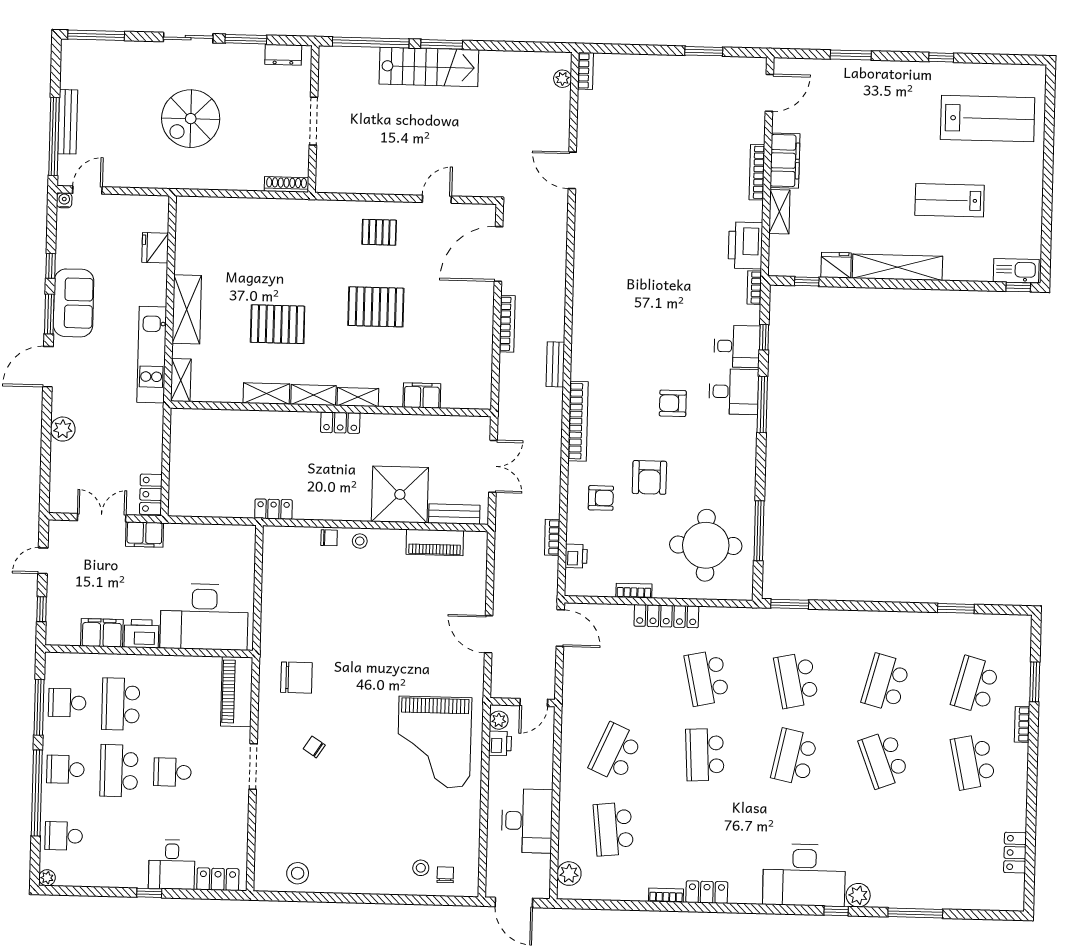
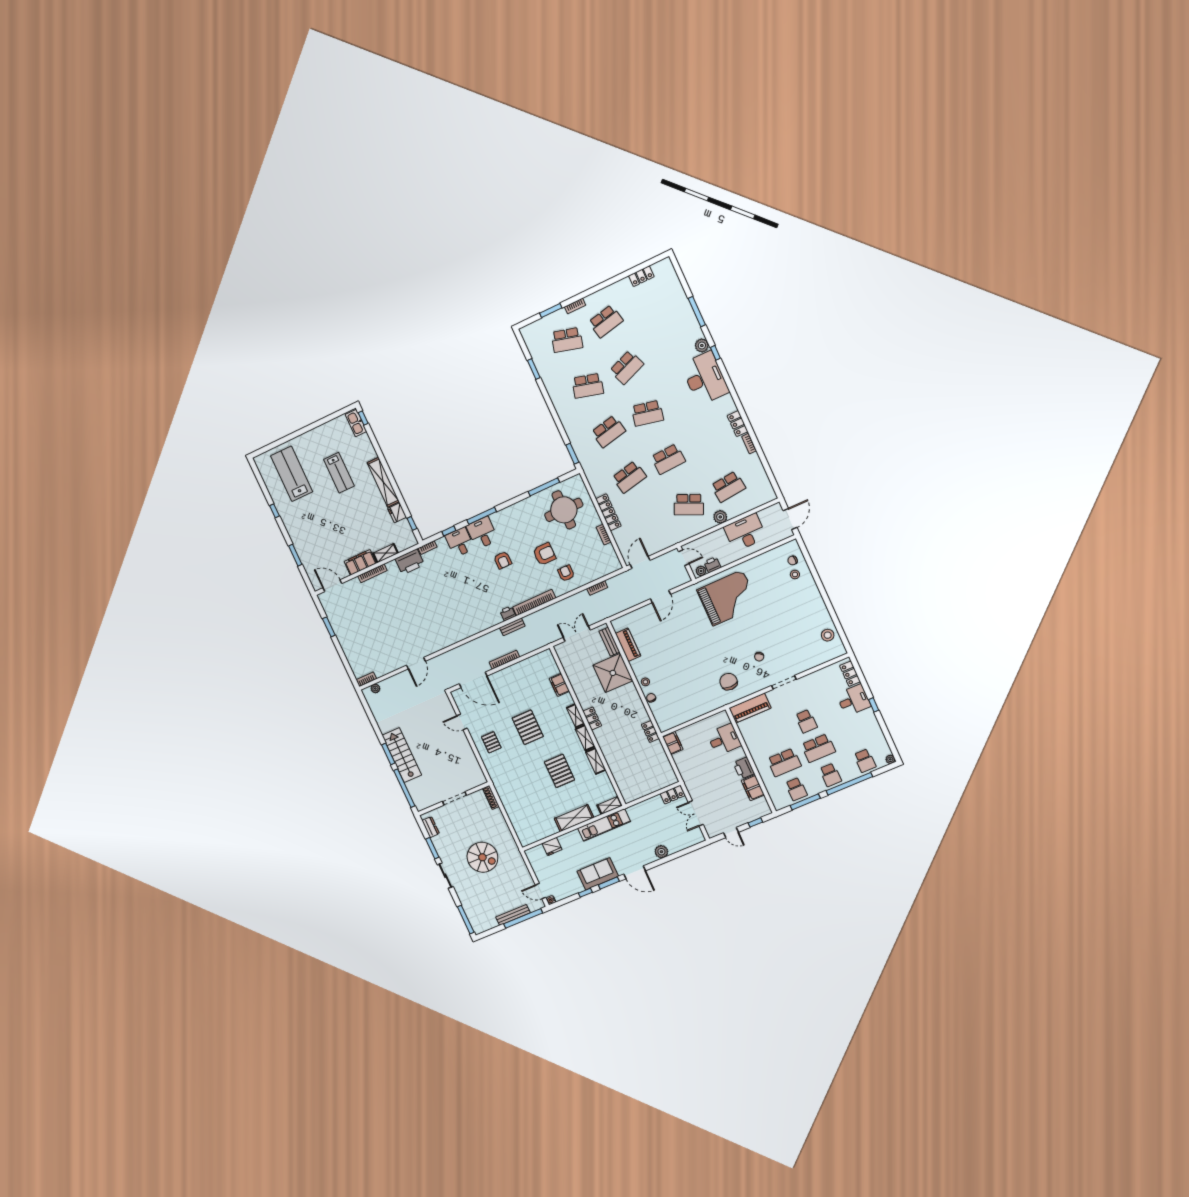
filing cabinet: (144, 535) -> (673, 743), moved
printer: (576, 556) -> (508, 613), moved
desk: (204, 617) -> (724, 739), width x0.53, depth x0.77
plant: (569, 874) -> (720, 517), moved

